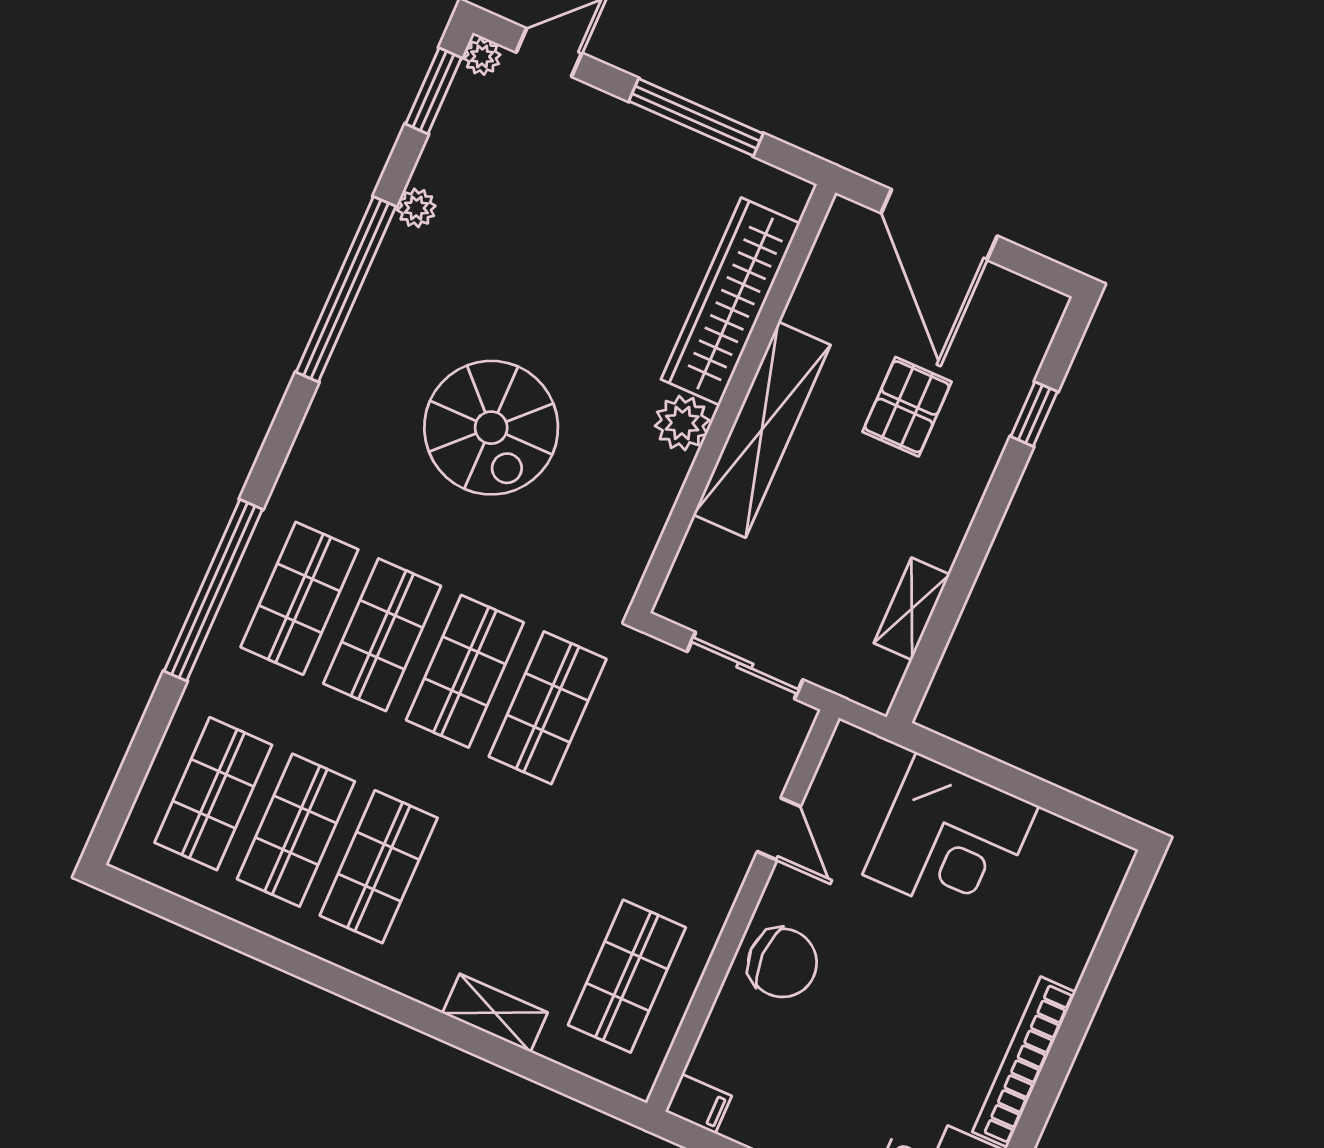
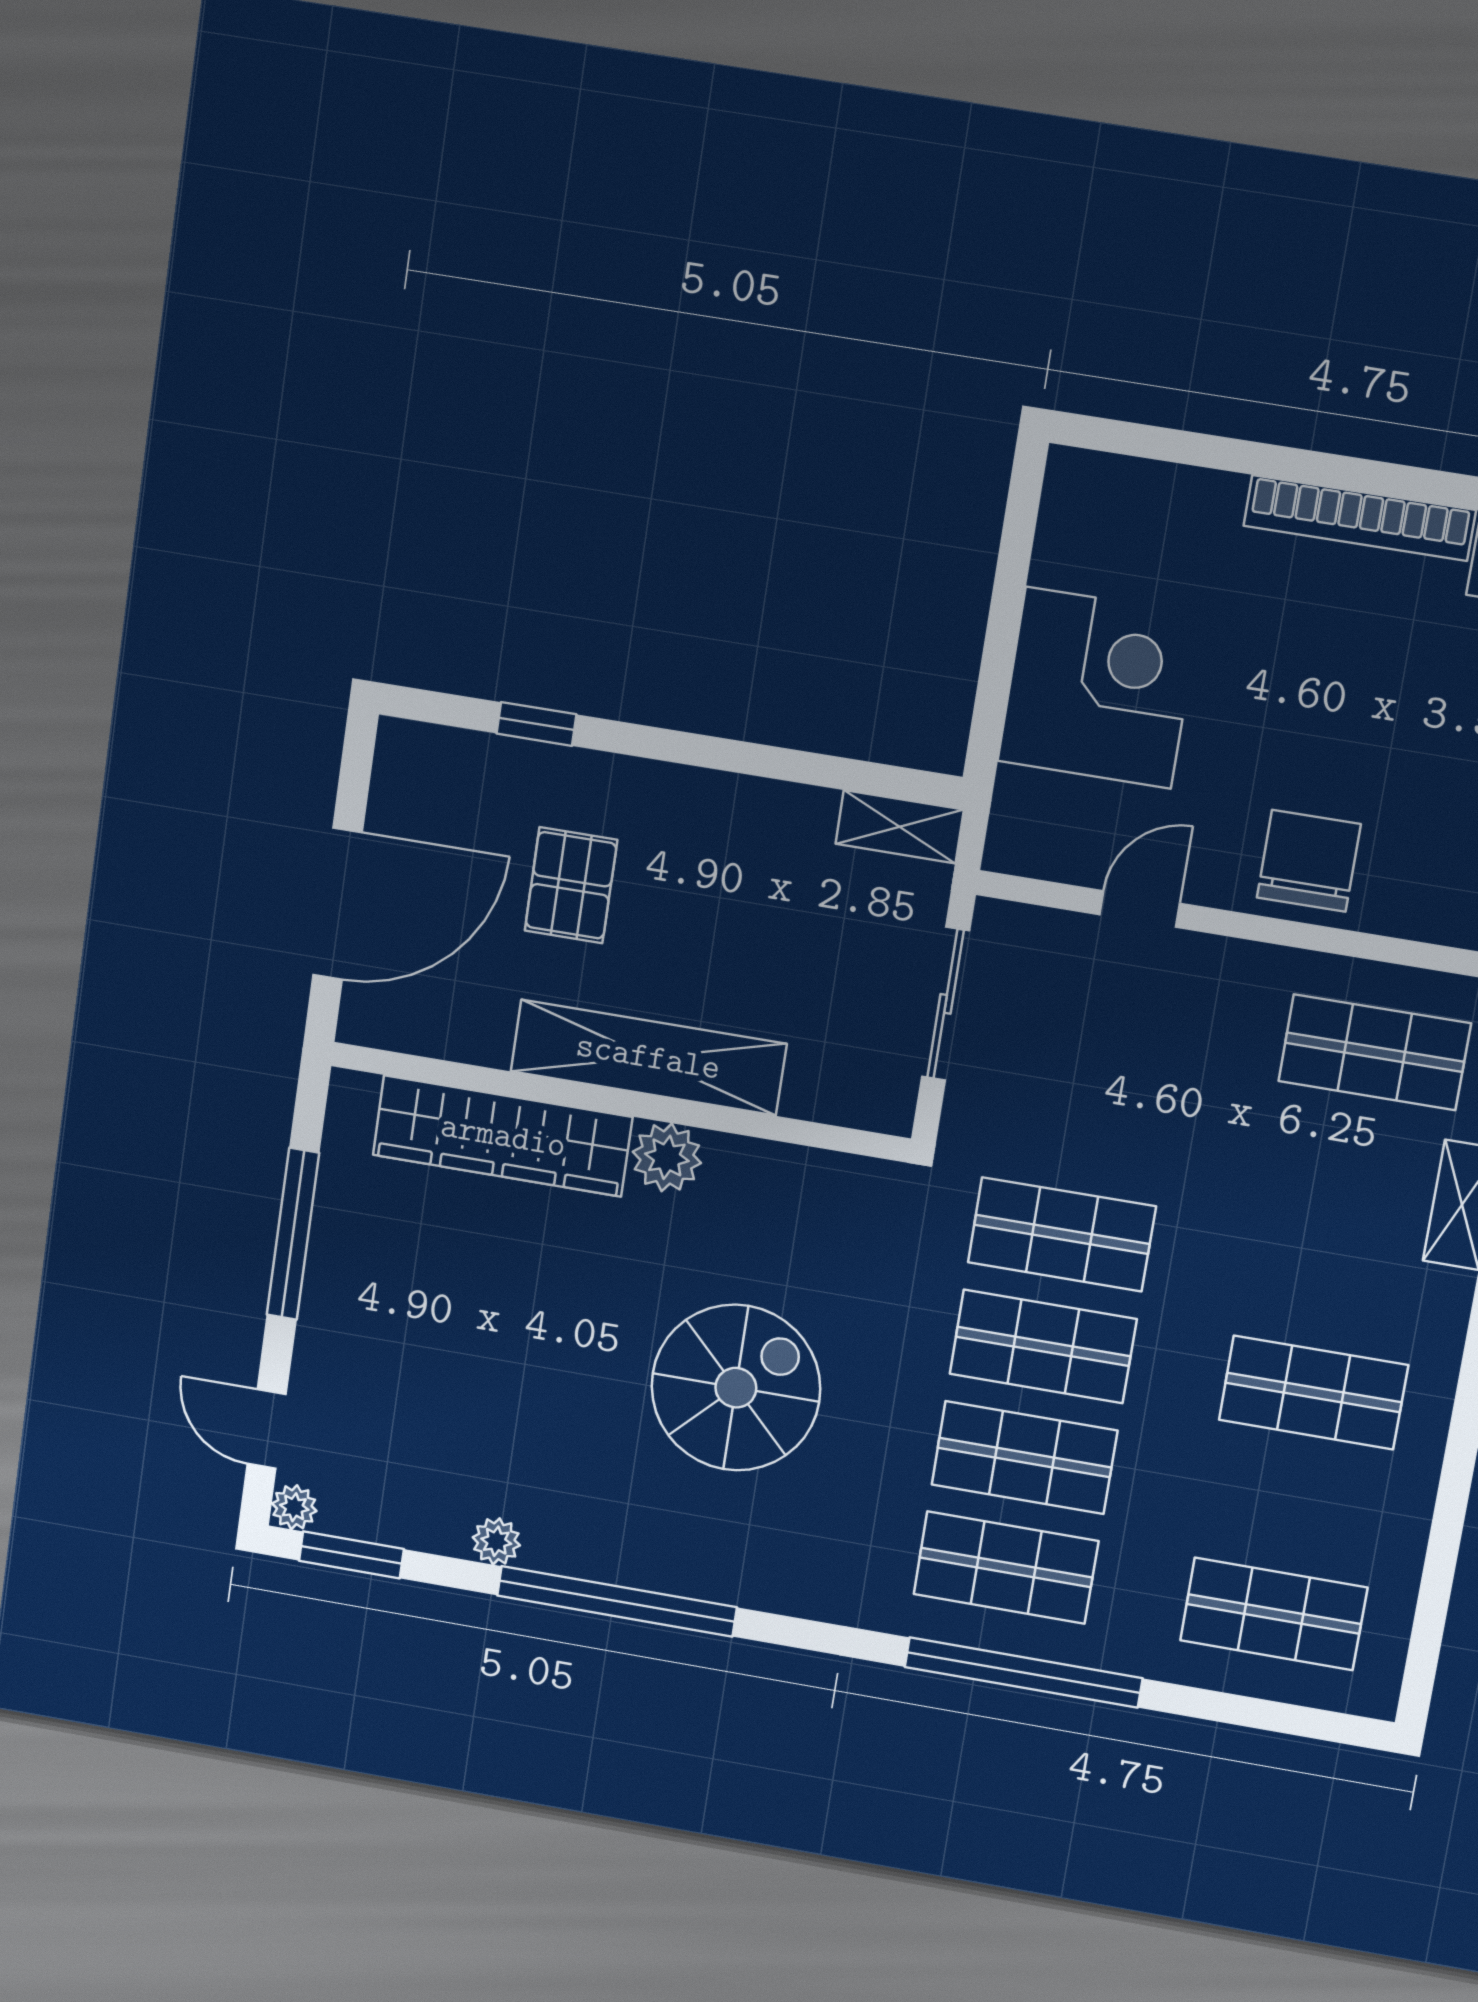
pallet: (907, 407) -> (571, 885), turned 90
shelving: (912, 609) -> (900, 827), moved
shop shelf: (296, 830) -> (1293, 1504), removed

